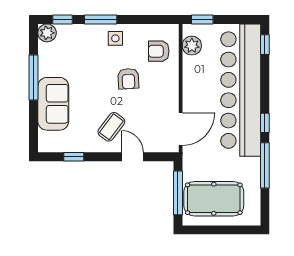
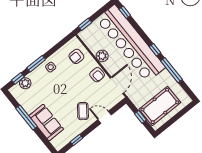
plant: (47, 33) -> (25, 83), moved
plant: (192, 46) -> (102, 56), moved
armchair: (128, 79) -> (97, 75), moved
window: (178, 193) -> (140, 117), width x0.46

